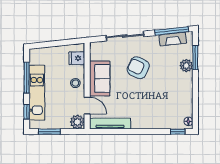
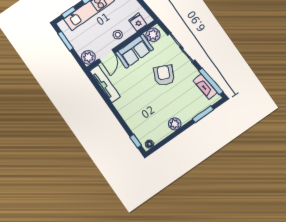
plant: (97, 53) -> (153, 35), added
plant: (186, 66) -> (175, 124), moved

